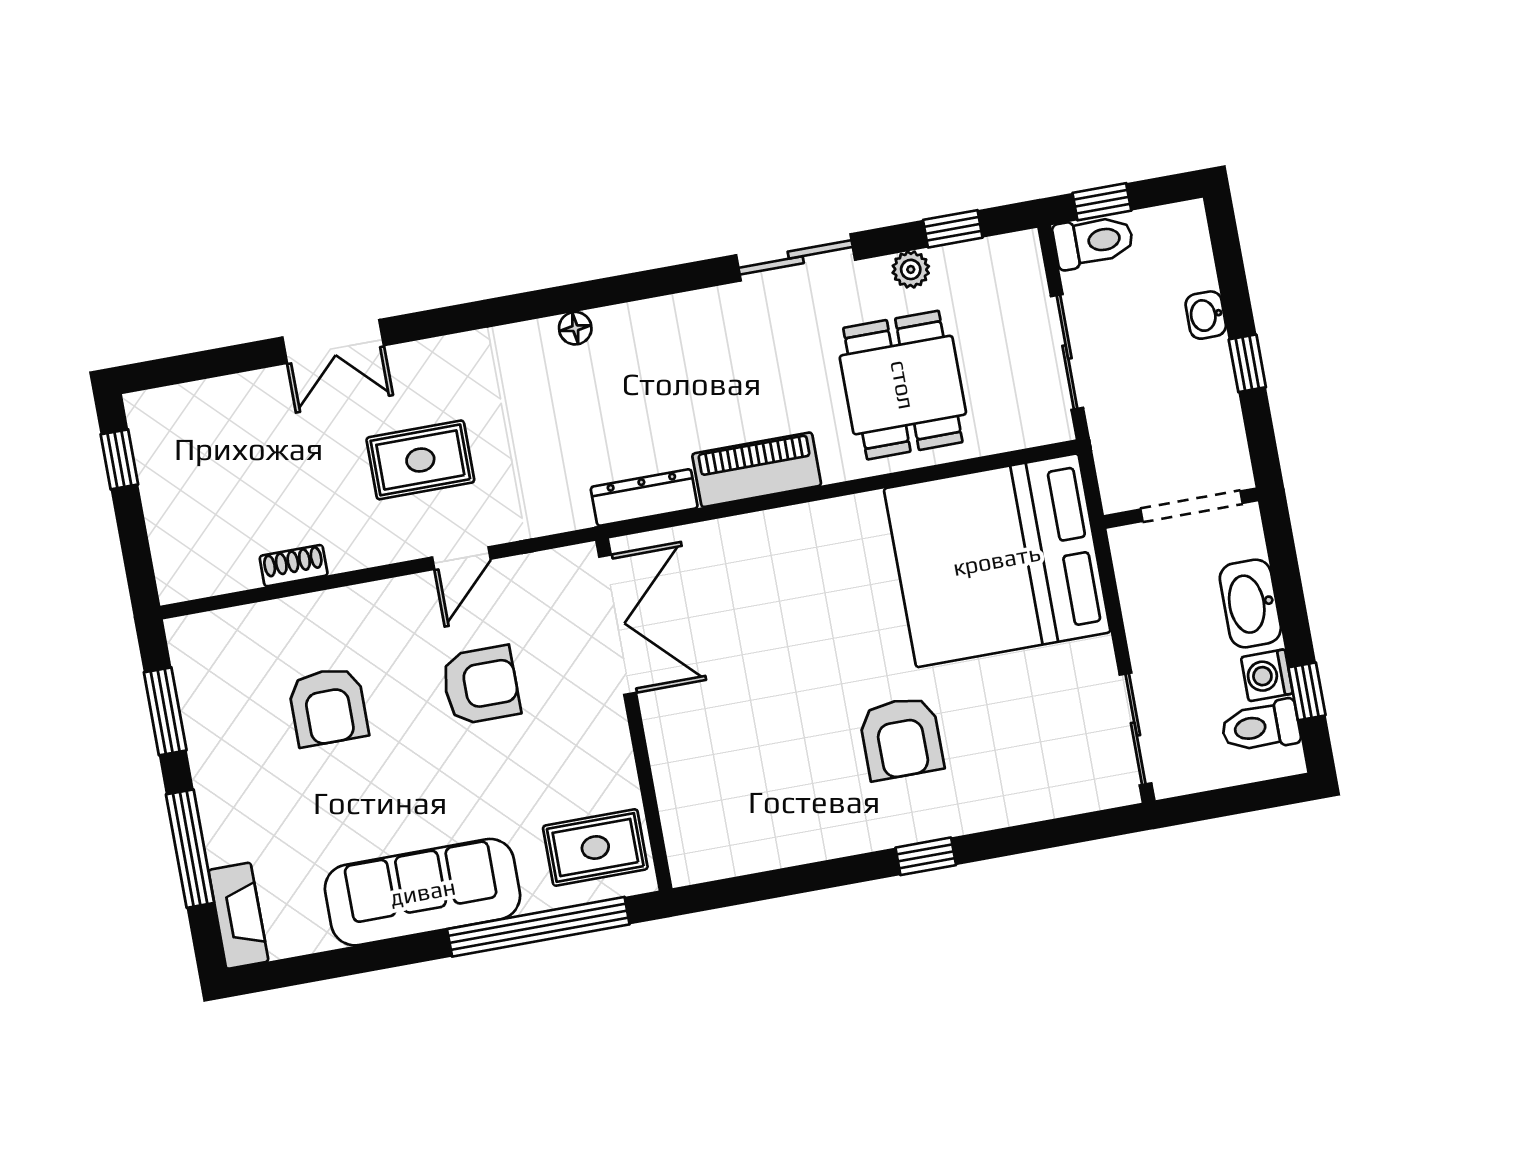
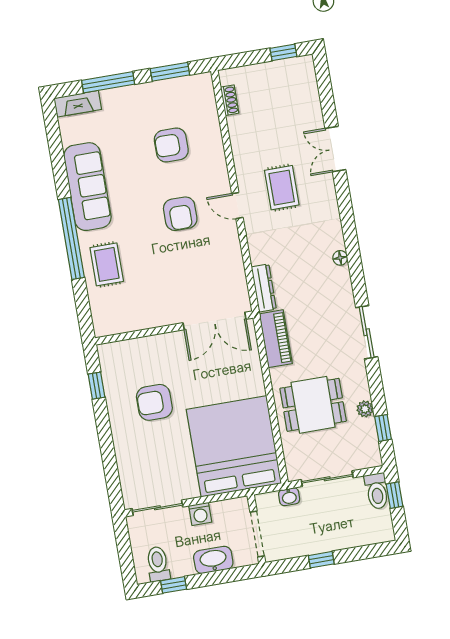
sliding door: (796, 257) -> (367, 332), moved
washbasin: (1206, 315) -> (289, 497), moved, turned 180
shoe rack: (294, 566) -> (230, 100), moved
double door: (618, 625) -> (214, 321), moved
washing machine: (1267, 675) -> (200, 514), moved, turned 180
wall: (634, 715) -> (174, 328), moved
window: (926, 856) -> (97, 386), moved

